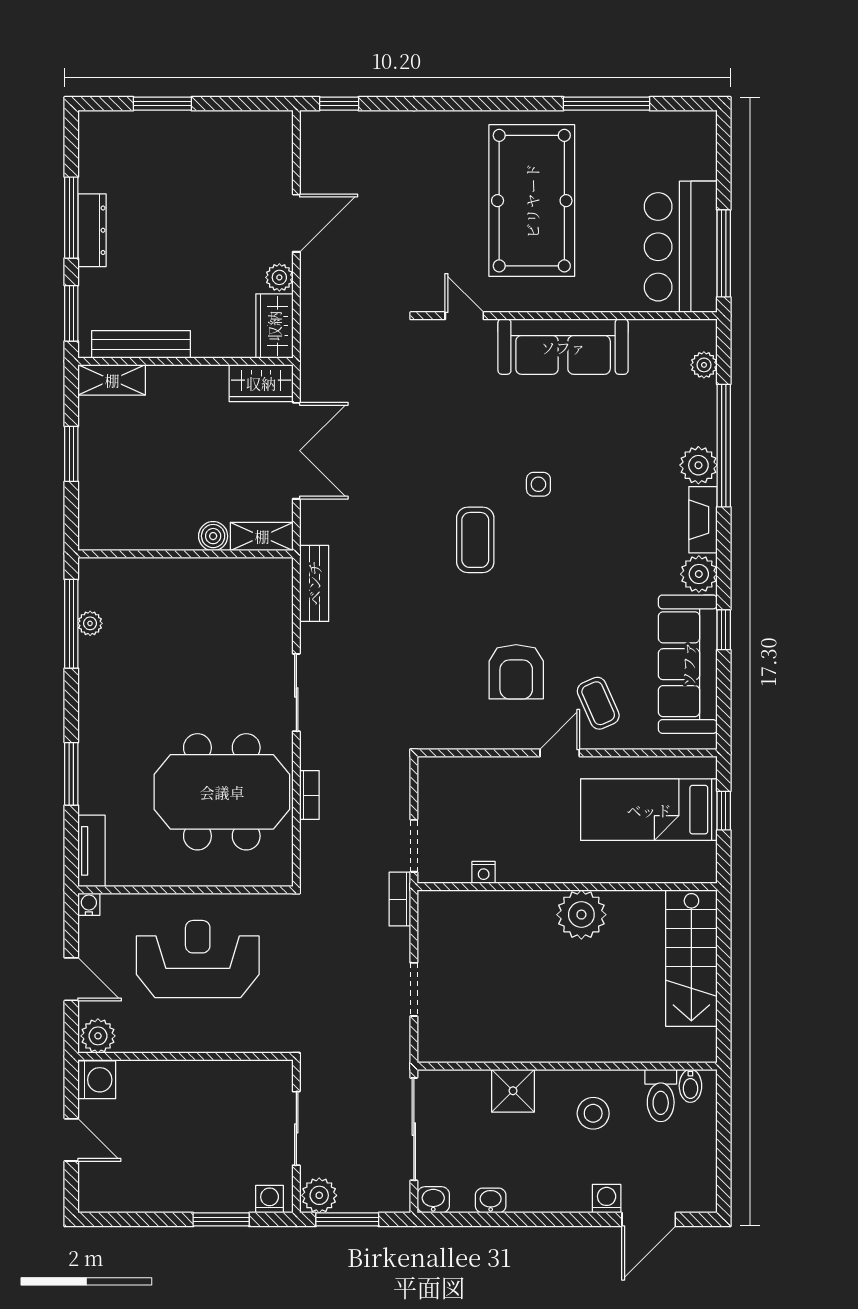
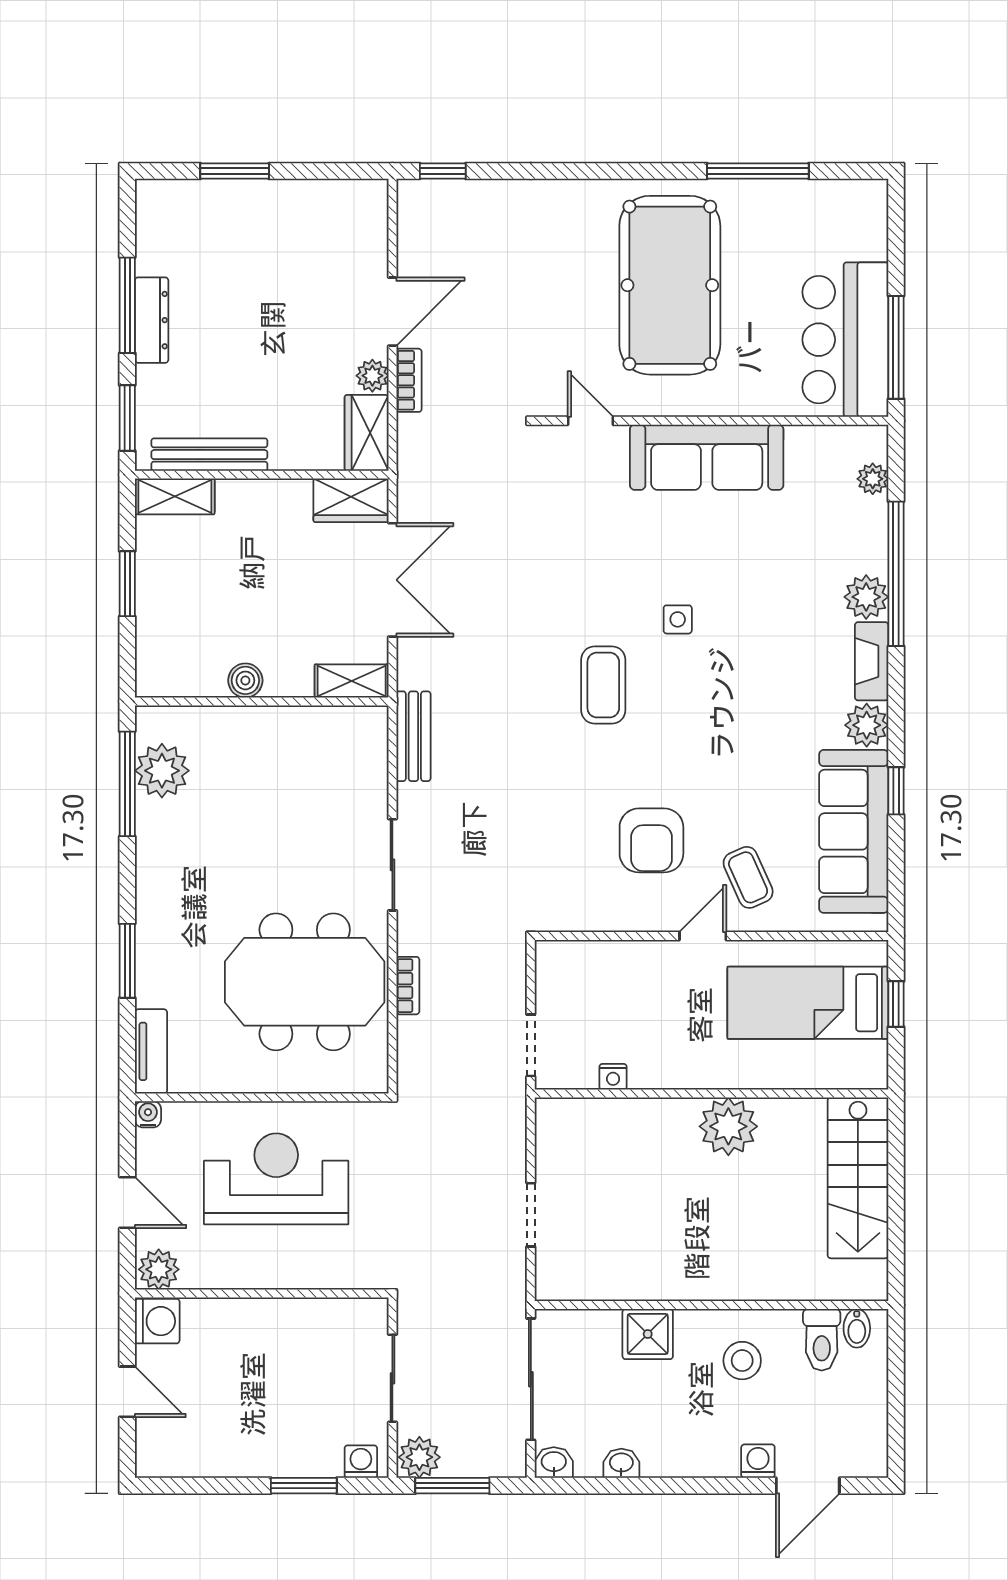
boiler: (213, 536) -> (245, 680), moved
plant: (90, 623) -> (162, 771), width x1.87, depth x1.87
bookcase: (400, 899) -> (409, 380), moved, turned 180

